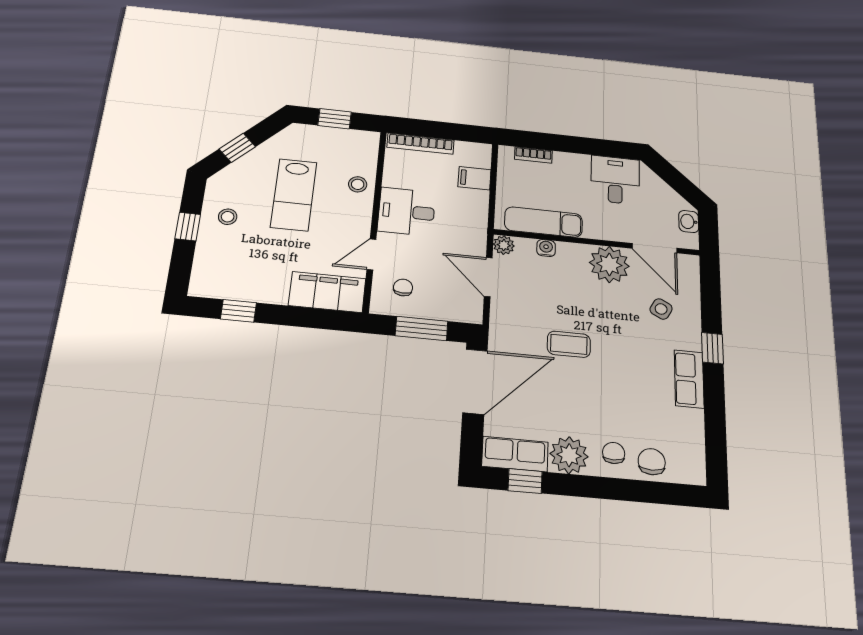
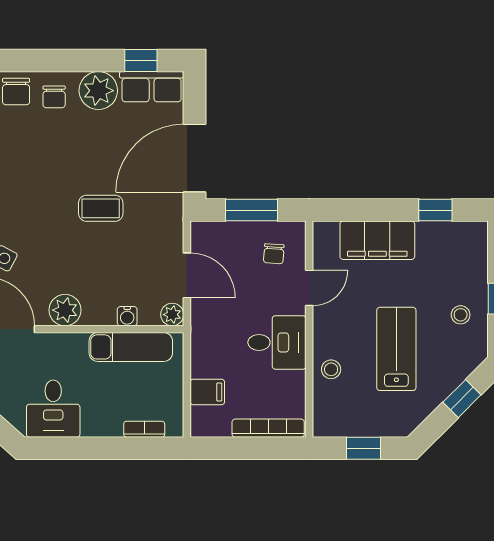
plant: (609, 264) -> (65, 310), width x0.73, depth x0.73
filing cabinet: (327, 292) -> (377, 240), moved

